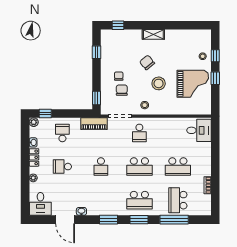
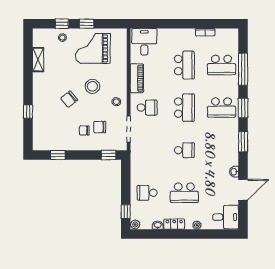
window: (118, 25) -> (28, 112), moved
shelving: (153, 34) -> (38, 60), moved
grand piano: (193, 84) -> (93, 48), turned -90
piano: (94, 124) -> (137, 78), moved
school desk: (62, 167) -> (184, 193), width x1.85
school desk: (139, 200) -> (222, 108), turned 90

